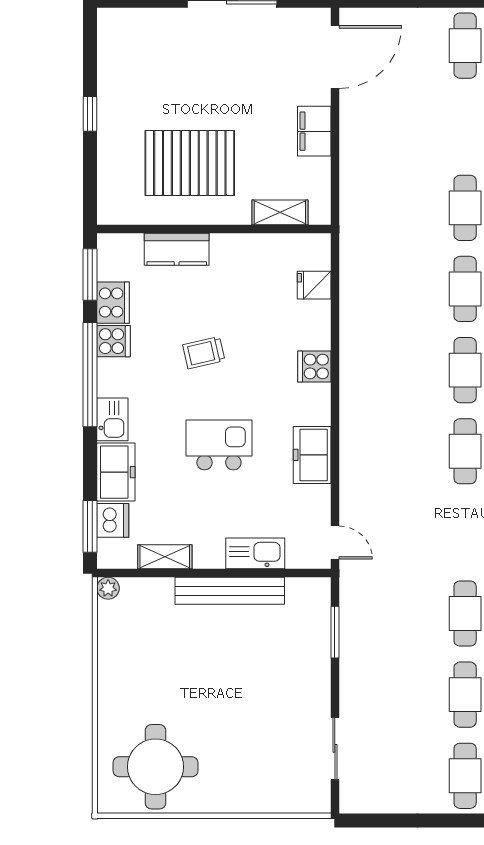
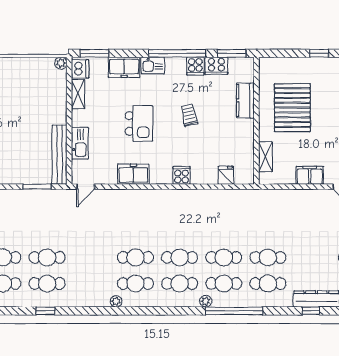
dishwasher: (113, 520) -> (80, 69), moved, turned -90
bench: (230, 591) -> (59, 155), moved

